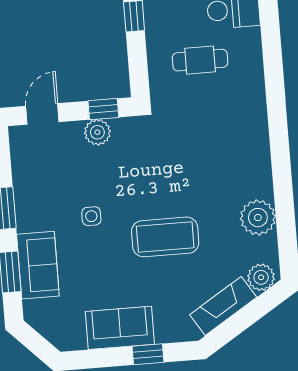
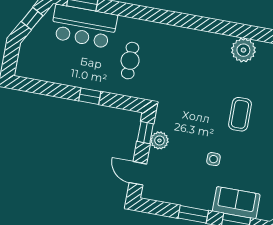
coffee table: (165, 237) -> (240, 114), width x0.73, depth x0.76

